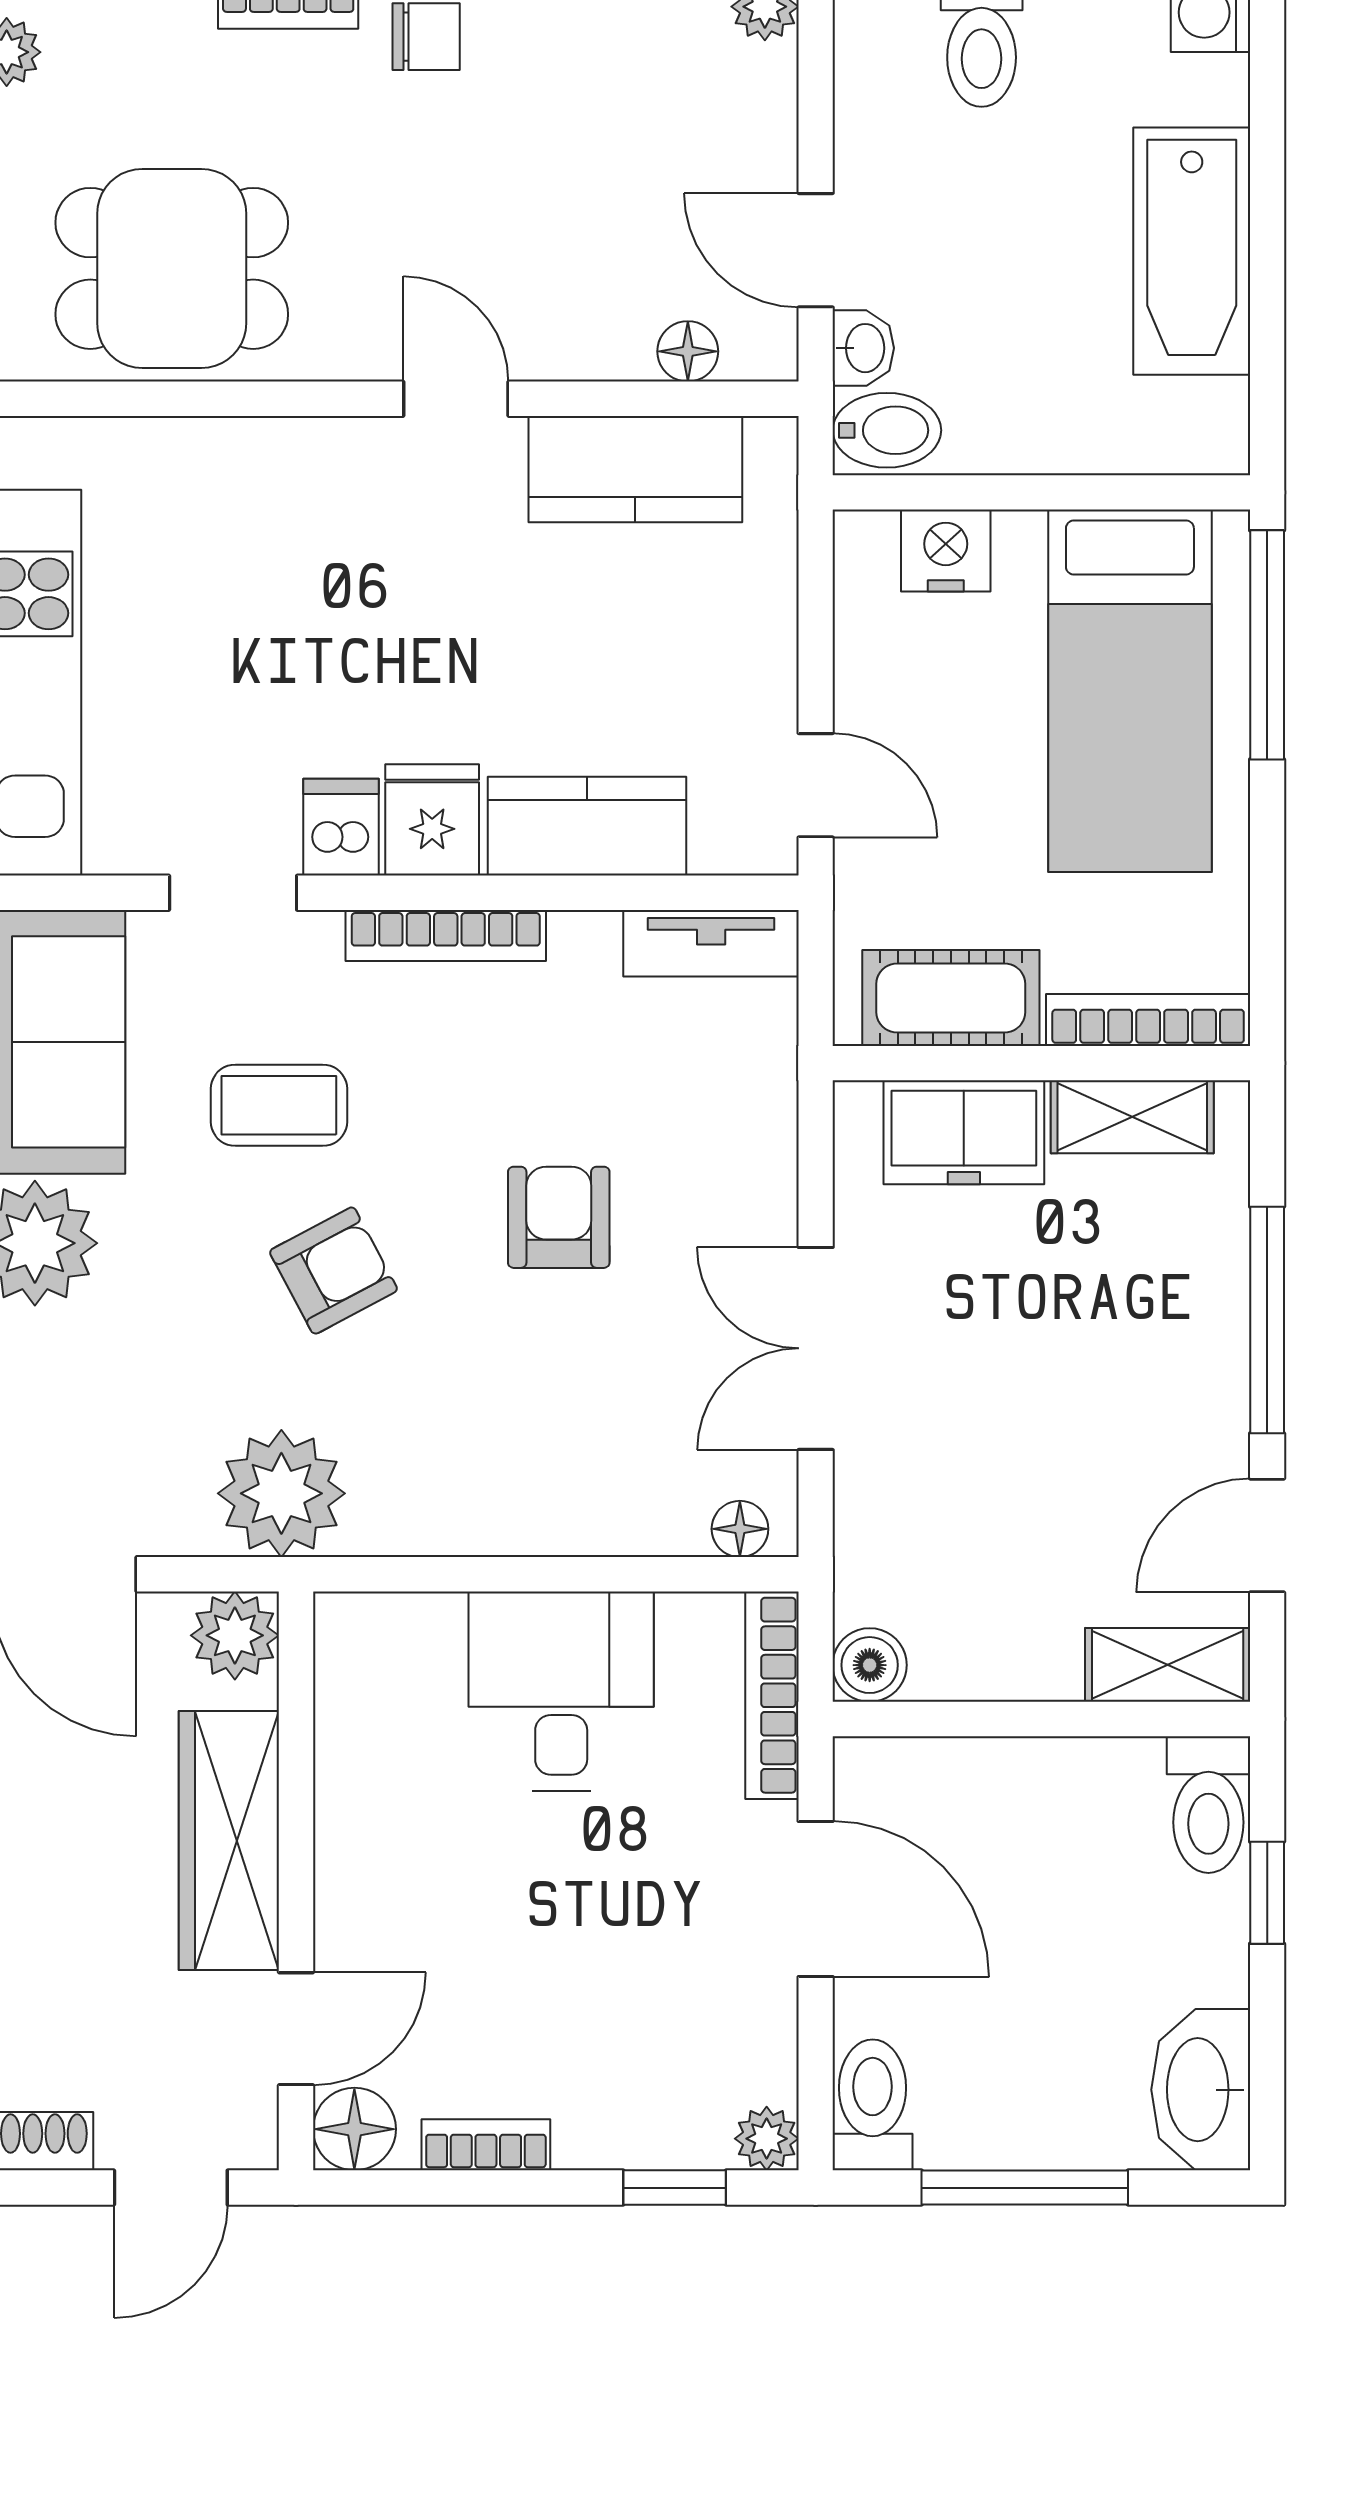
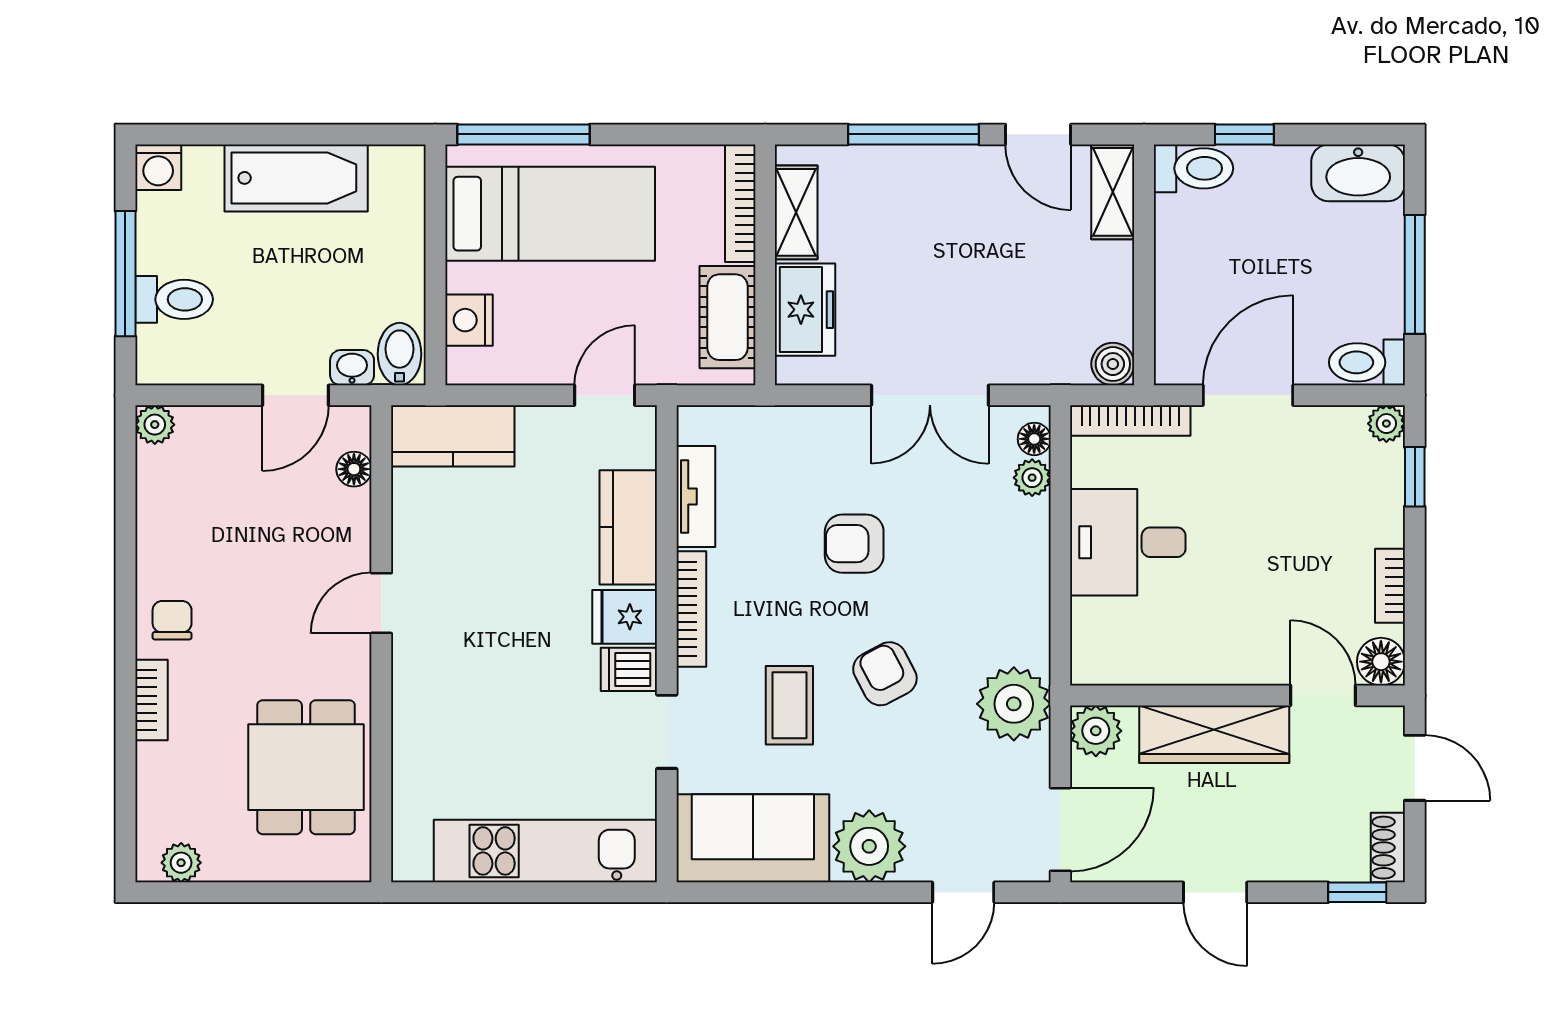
kitchen counter: (635, 469) -> (453, 436), moved, turned 90
tv unit: (711, 943) -> (696, 497), moved
plant: (673, 1525) -> (1032, 478), added

